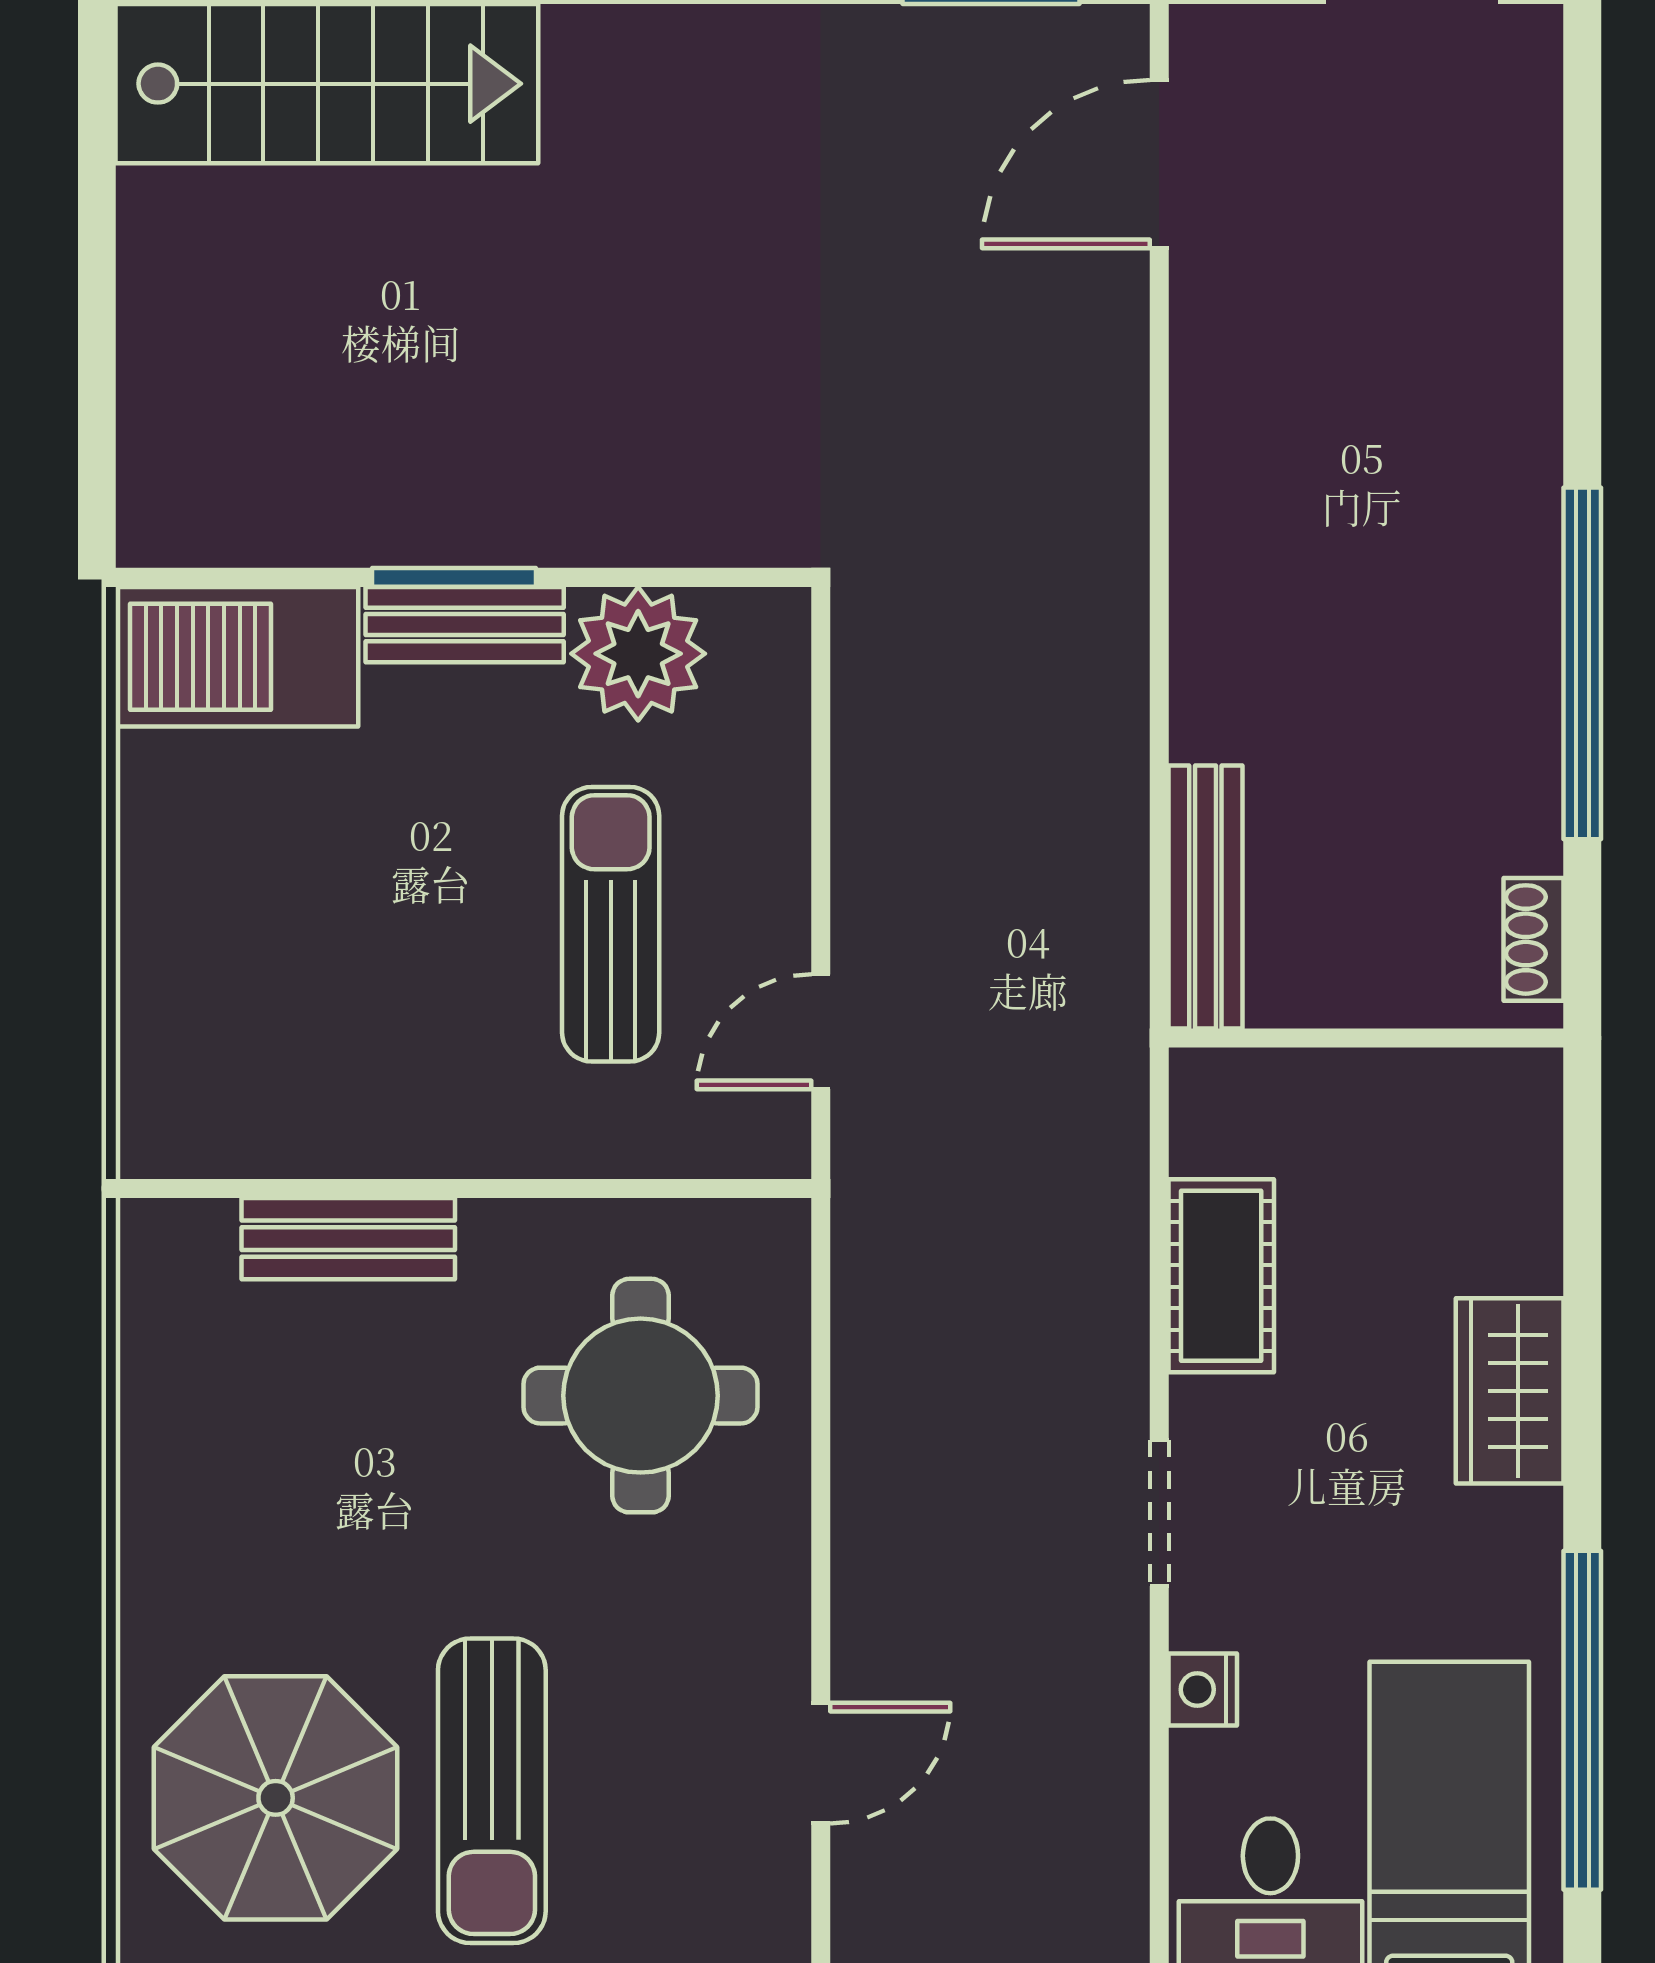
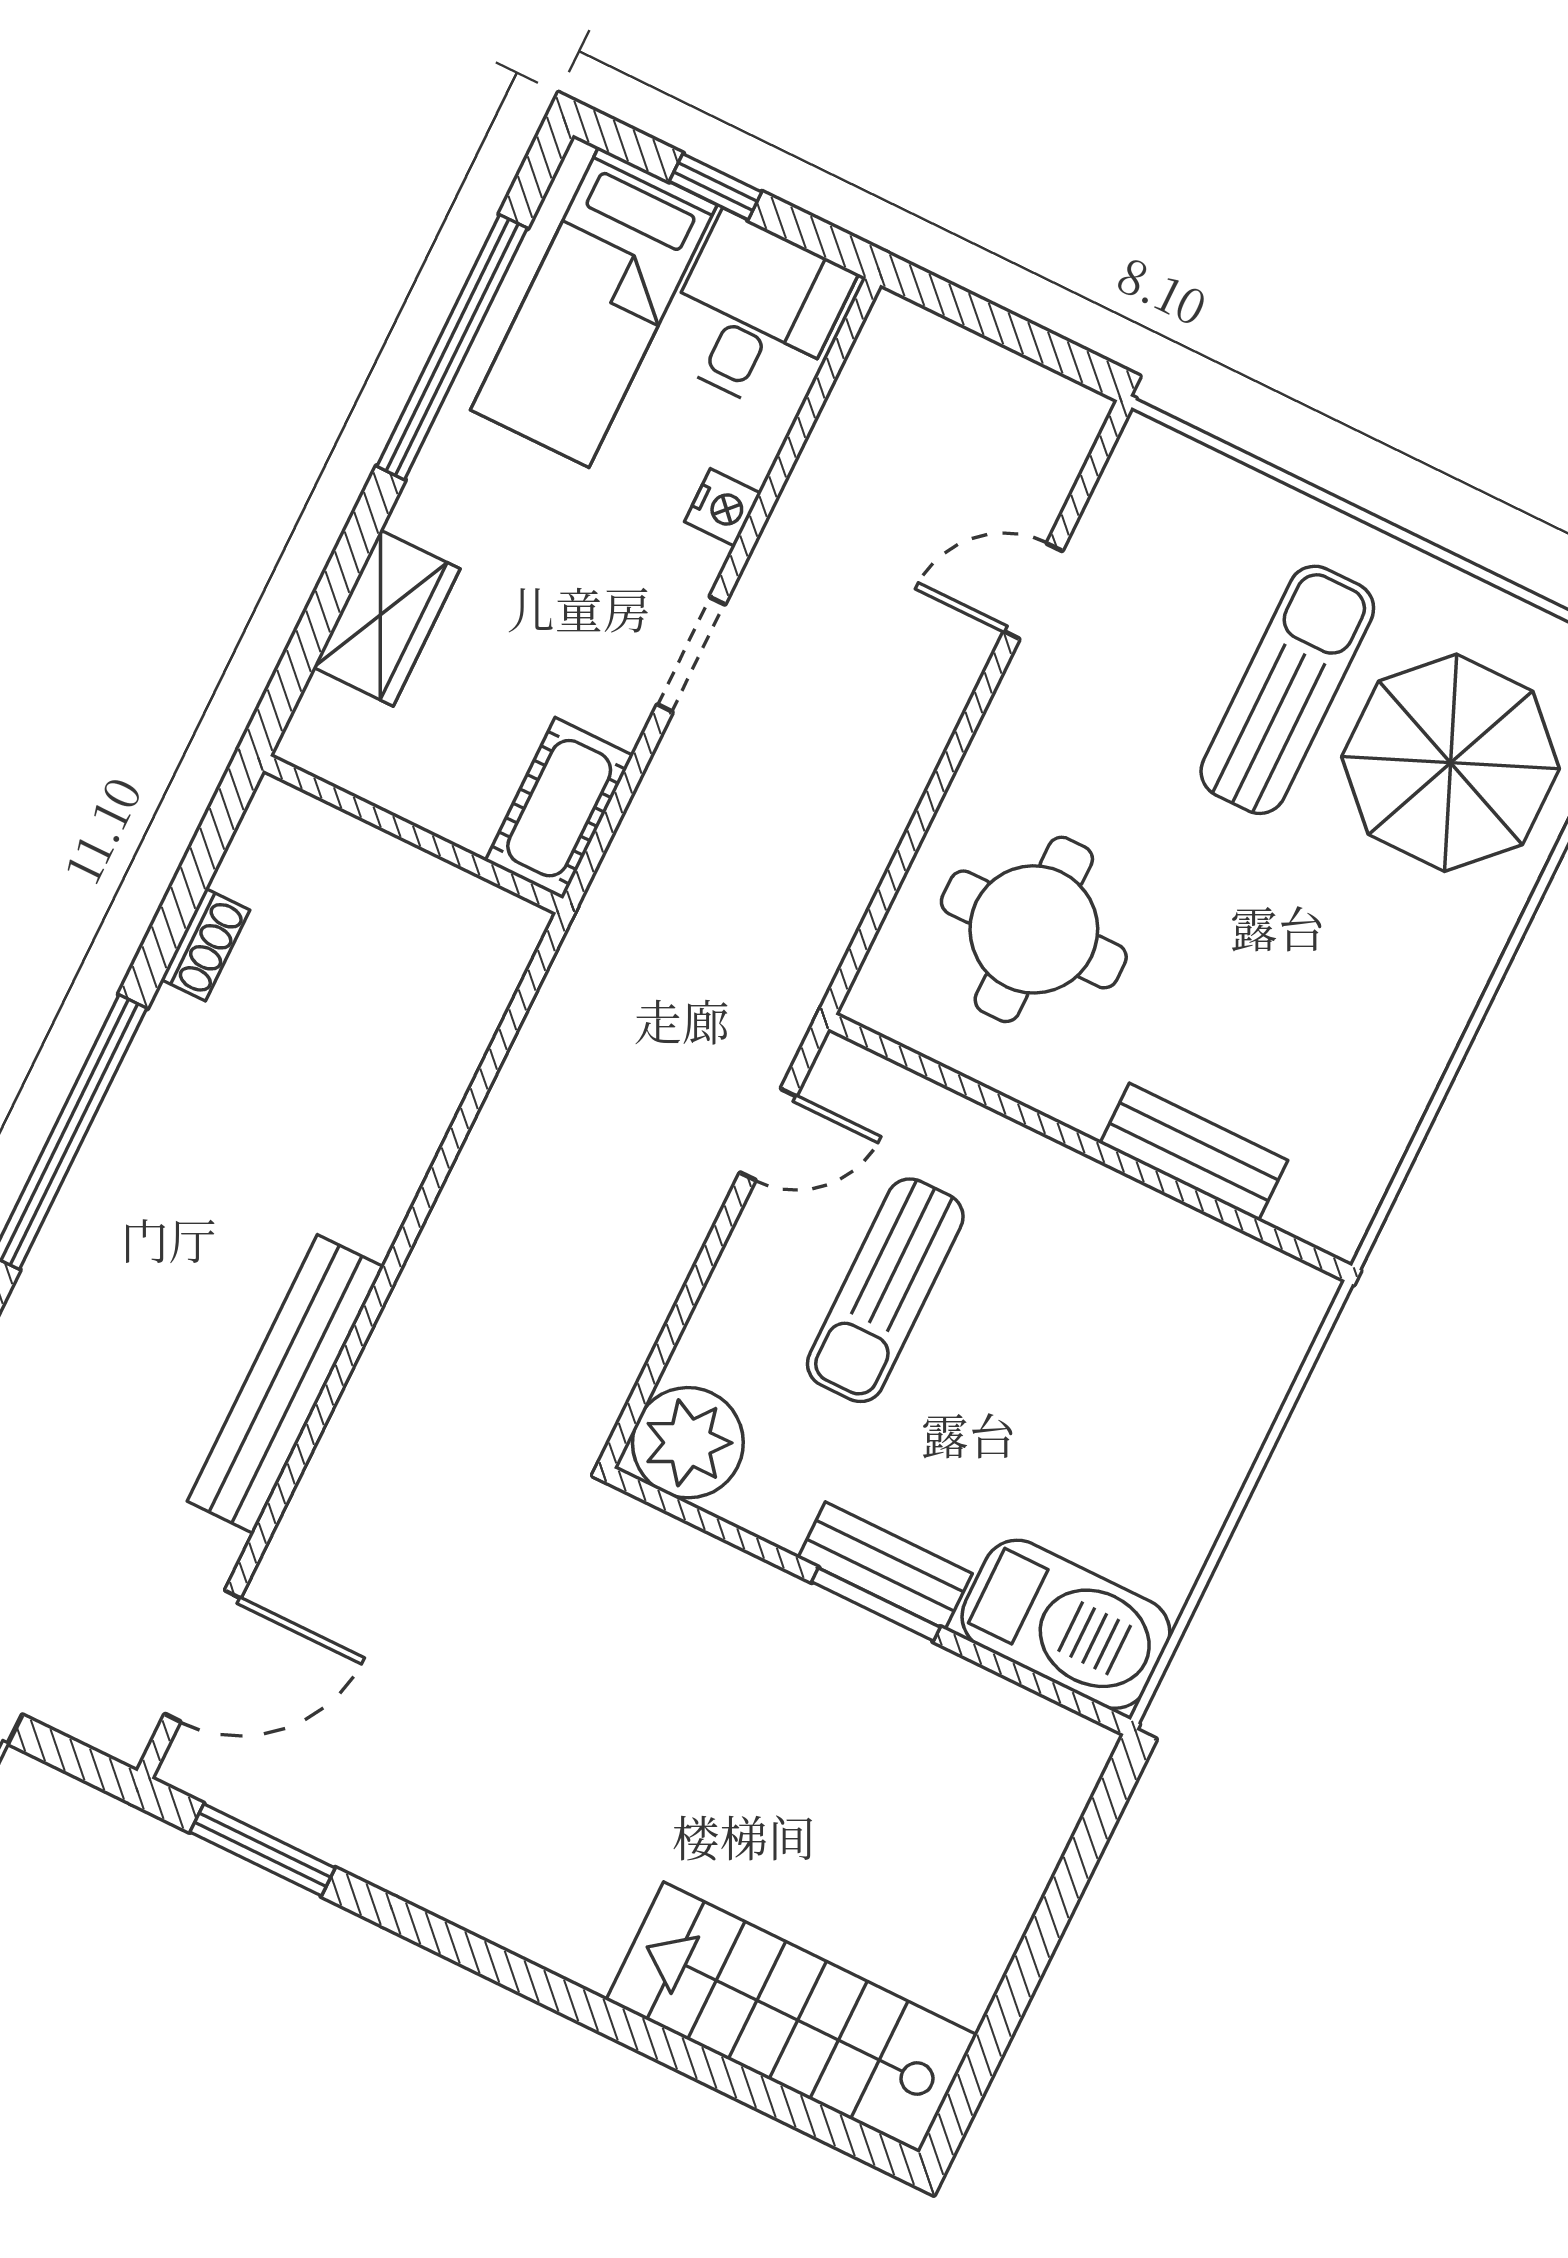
plant: (638, 654) -> (688, 1443), moved
bench: (1205, 897) -> (285, 1384), moved, width x1.37, depth x1.21
wall: (1366, 1038) -> (413, 834), moved

